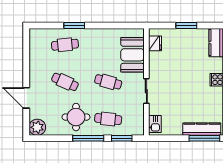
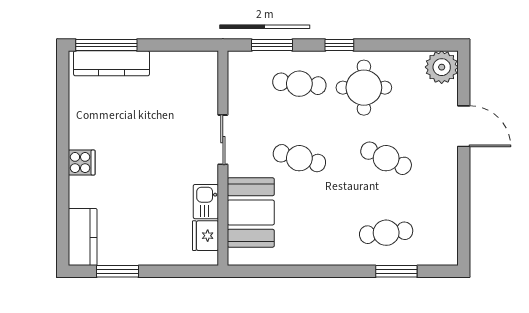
window: (74, 25) -> (396, 271), moved
window: (186, 25) -> (117, 271), moved
kitchen sink: (155, 124) -> (206, 202), moved
window: (88, 138) -> (339, 45), width x0.46

